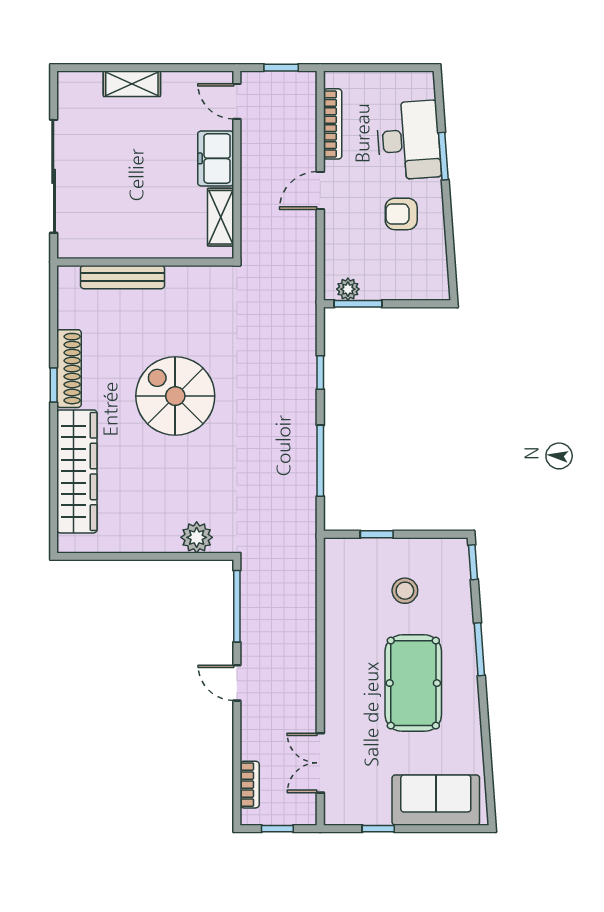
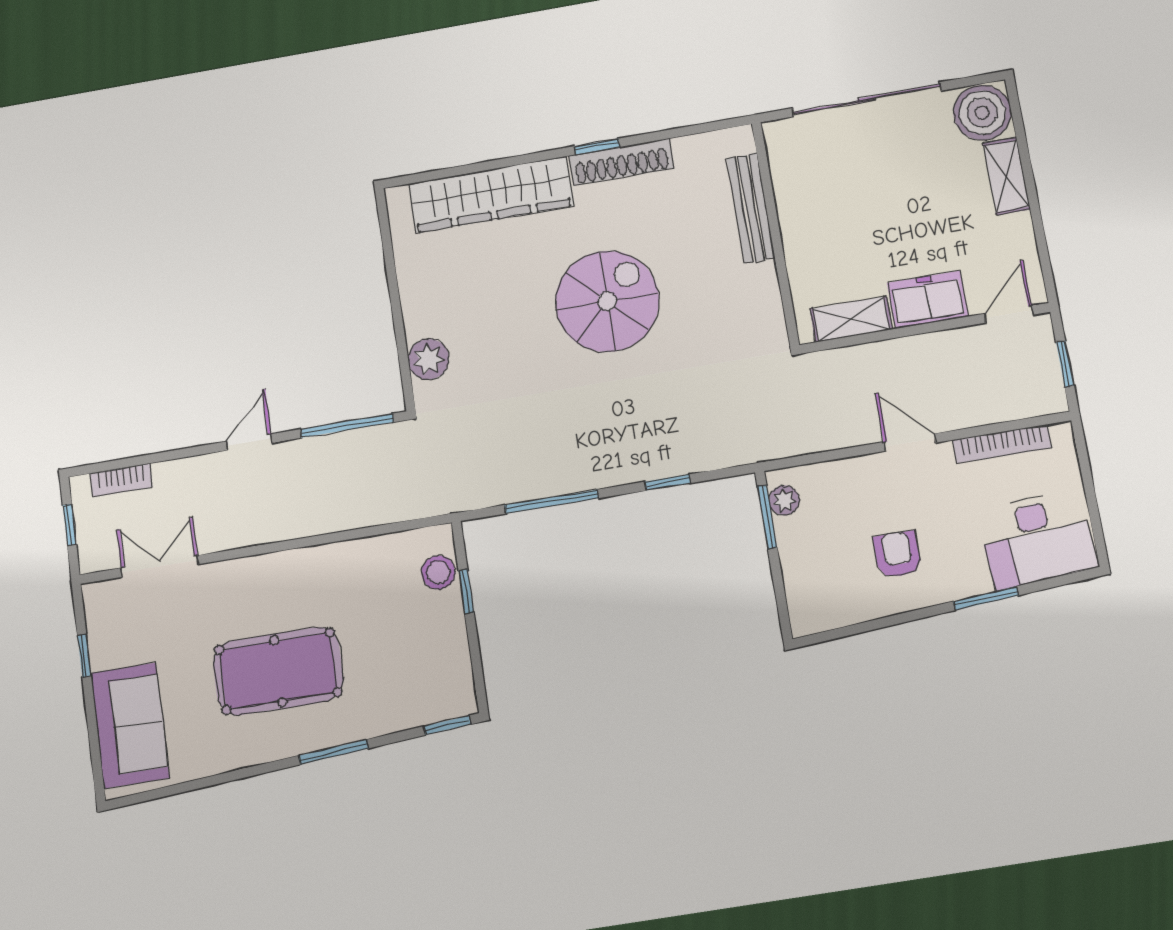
boiler: (80, 93) -> (982, 113), added
desk: (409, 140) -> (1037, 539), moved
stool: (405, 591) -> (438, 572), moved

